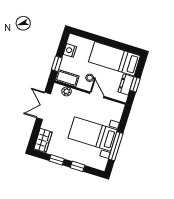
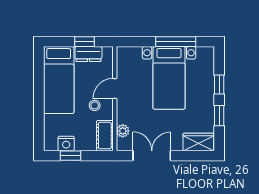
window: (57, 64) -> (70, 156), moved
double door: (44, 106) -> (152, 156), swing flipped

